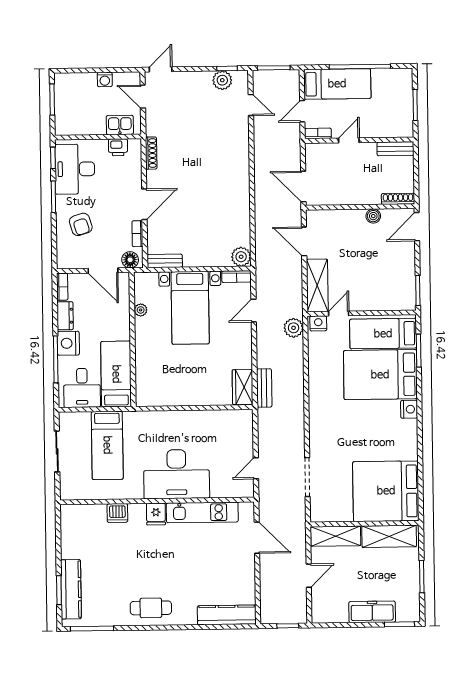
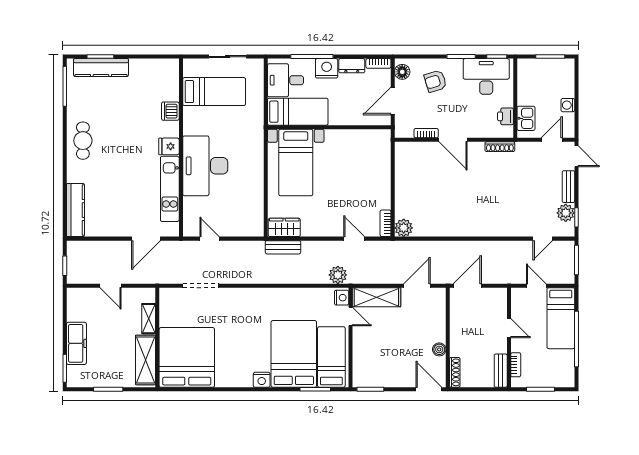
bookcase: (318, 133) -> (516, 365), moved
floor lamp: (130, 260) -> (402, 72), moved
bench: (165, 261) -> (568, 187), moved
bed with nightstands: (190, 308) -> (296, 162), moved, turned -90
plant: (141, 310) -> (356, 135), removed
bed: (107, 445) -> (214, 92), moved, turned 180
shelving: (336, 536) -> (149, 319), width x0.67, depth x0.75

